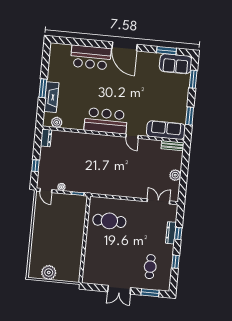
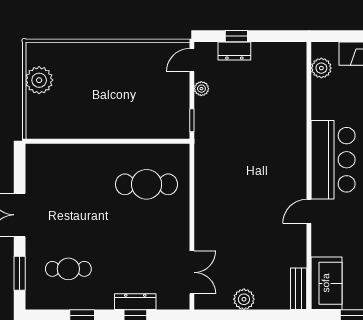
sofa: (166, 130) -> (326, 283), width x0.73
dresser: (46, 138) -> (234, 51), moved
cafe table: (109, 221) -> (147, 184), turned 90

